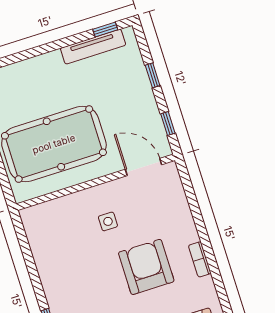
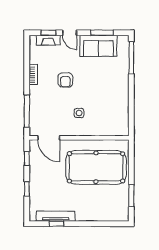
window: (105, 30) -> (57, 224), moved
window: (192, 198) -> (27, 111), added
armchair: (146, 267) -> (65, 80), width x0.53, depth x0.53

